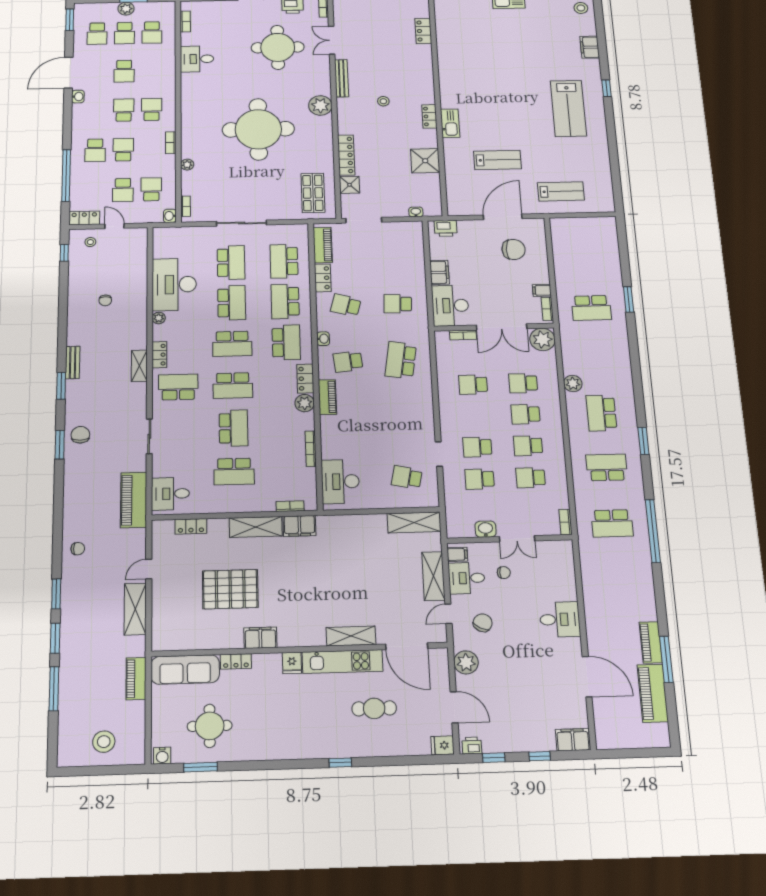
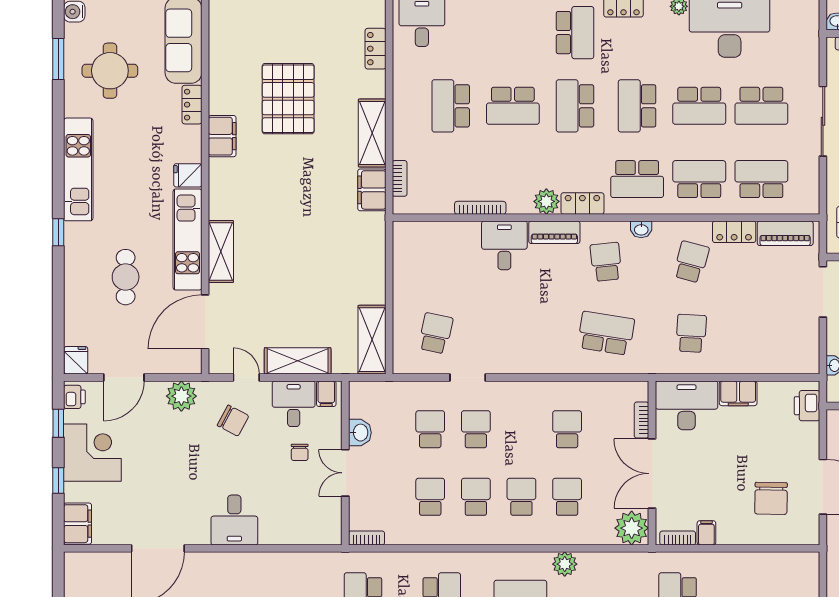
desk: (340, 482) -> (504, 245), moved, width x0.73
corner desk: (515, 730) -> (92, 453), added
kitchen unit: (289, 748) -> (78, 169), added

